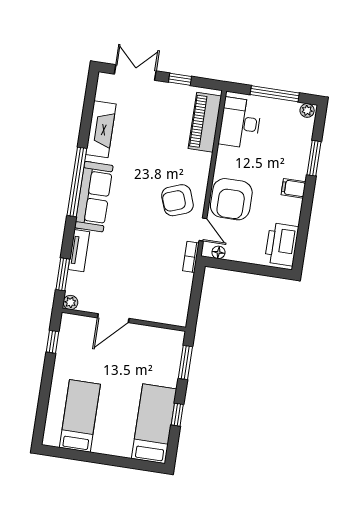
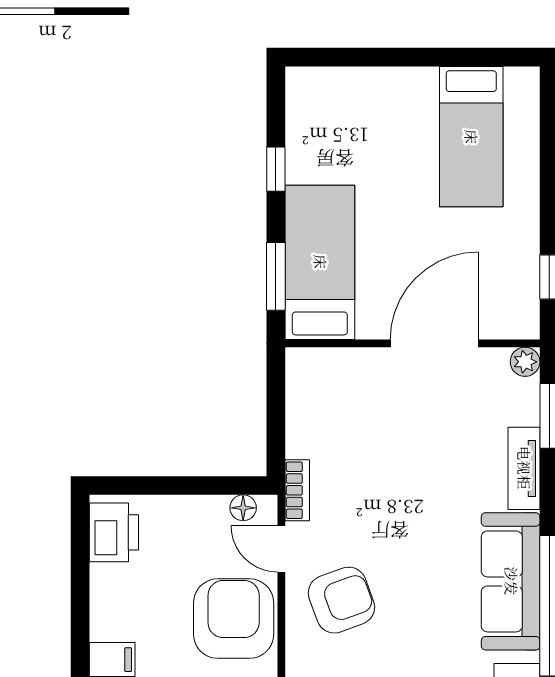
printer: (282, 244) -> (114, 532), width x0.73, depth x0.84
door: (113, 318) -> (434, 343), width x1.36
bed: (154, 424) -> (320, 262), moved, turned 180

